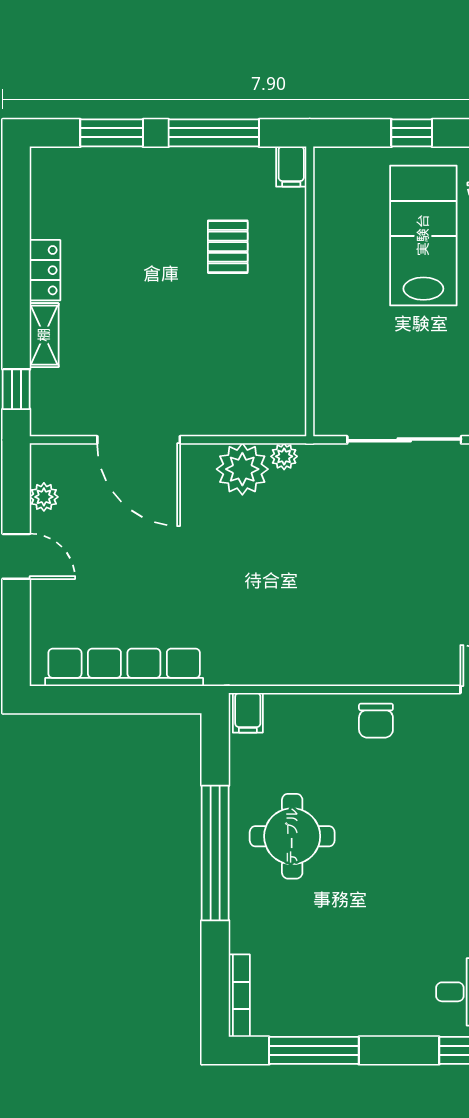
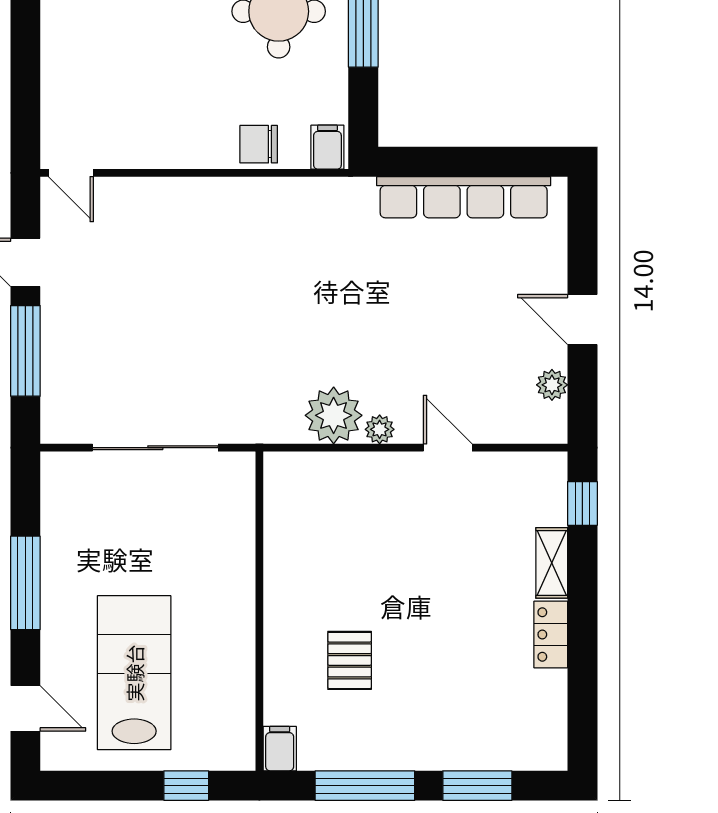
window: (412, 133) -> (186, 786), moved
lab bench: (423, 235) -> (134, 673), turned 180
door: (139, 440) -> (448, 448), width x0.53
plant: (284, 456) -> (380, 429), moved
chair: (376, 721) -> (259, 144), moved, turned -90

